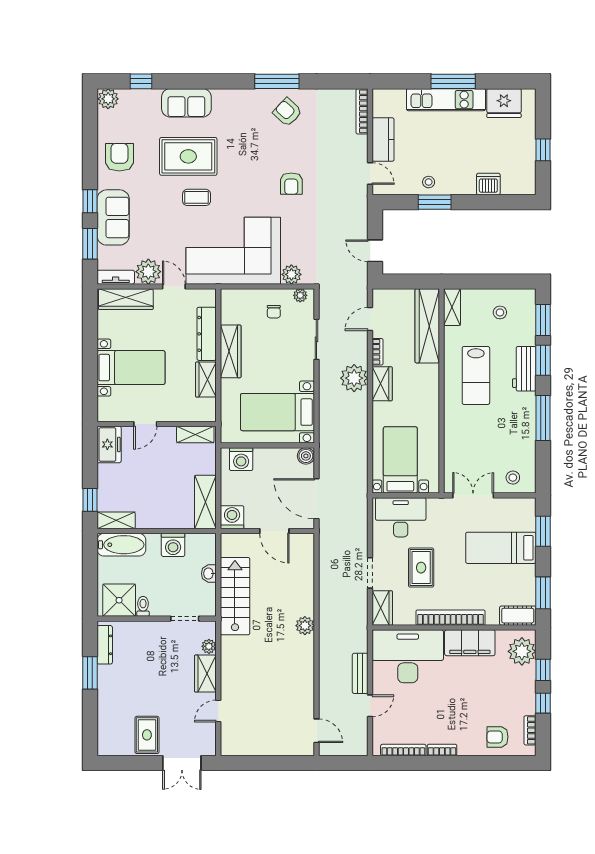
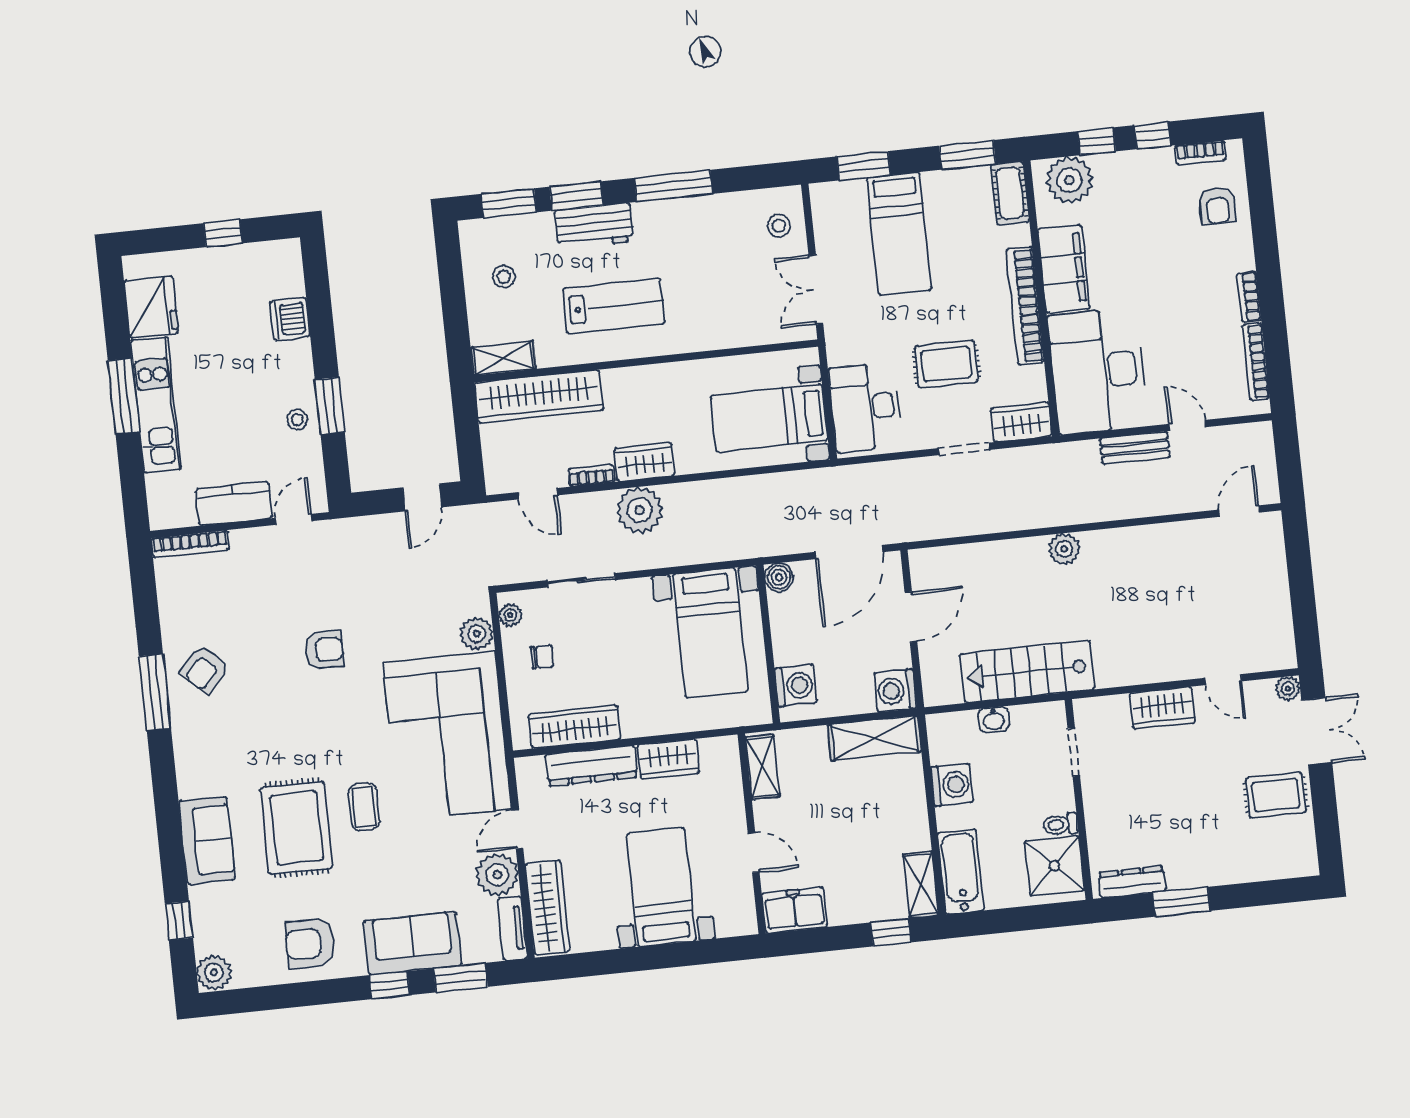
wardrobe: (231, 351) -> (575, 727), moved
plant: (209, 646) -> (1288, 689), moved

